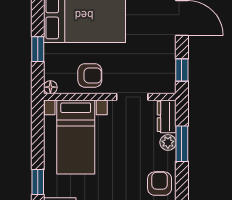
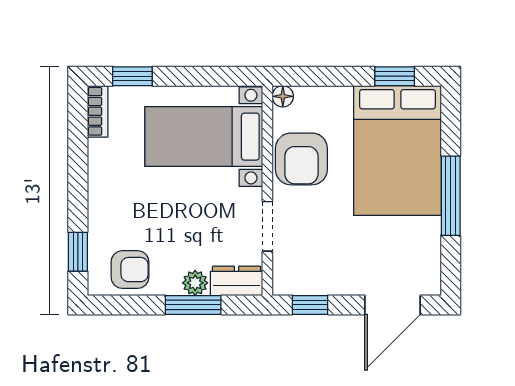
window: (38, 49) -> (395, 76), moved
armchair: (90, 75) -> (301, 159), width x1.38, depth x1.38

